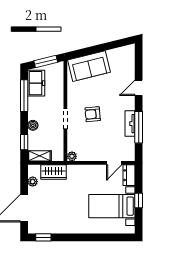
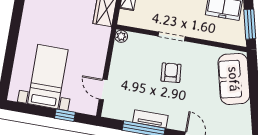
dresser: (129, 175) -> (84, 106), removed
window: (139, 201) -> (65, 115), moved

